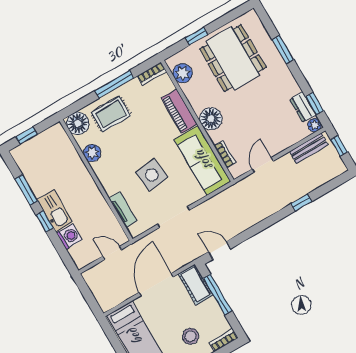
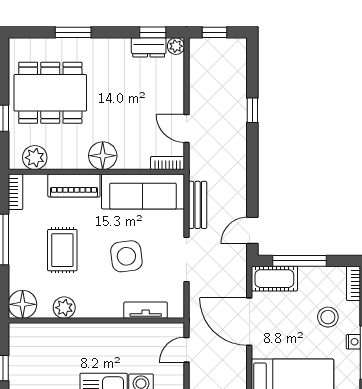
rug: (111, 114) -> (62, 250), moved
bench: (309, 148) -> (198, 205), moved
bookcase: (225, 154) -> (168, 163), moved

